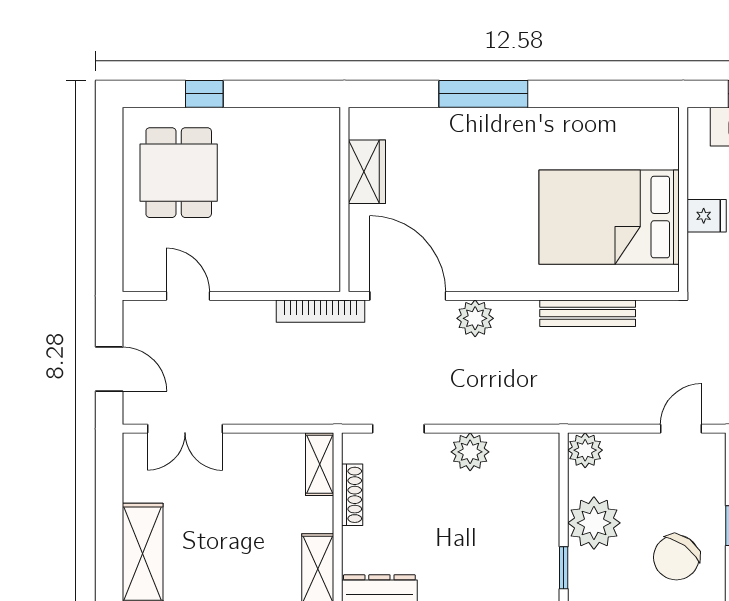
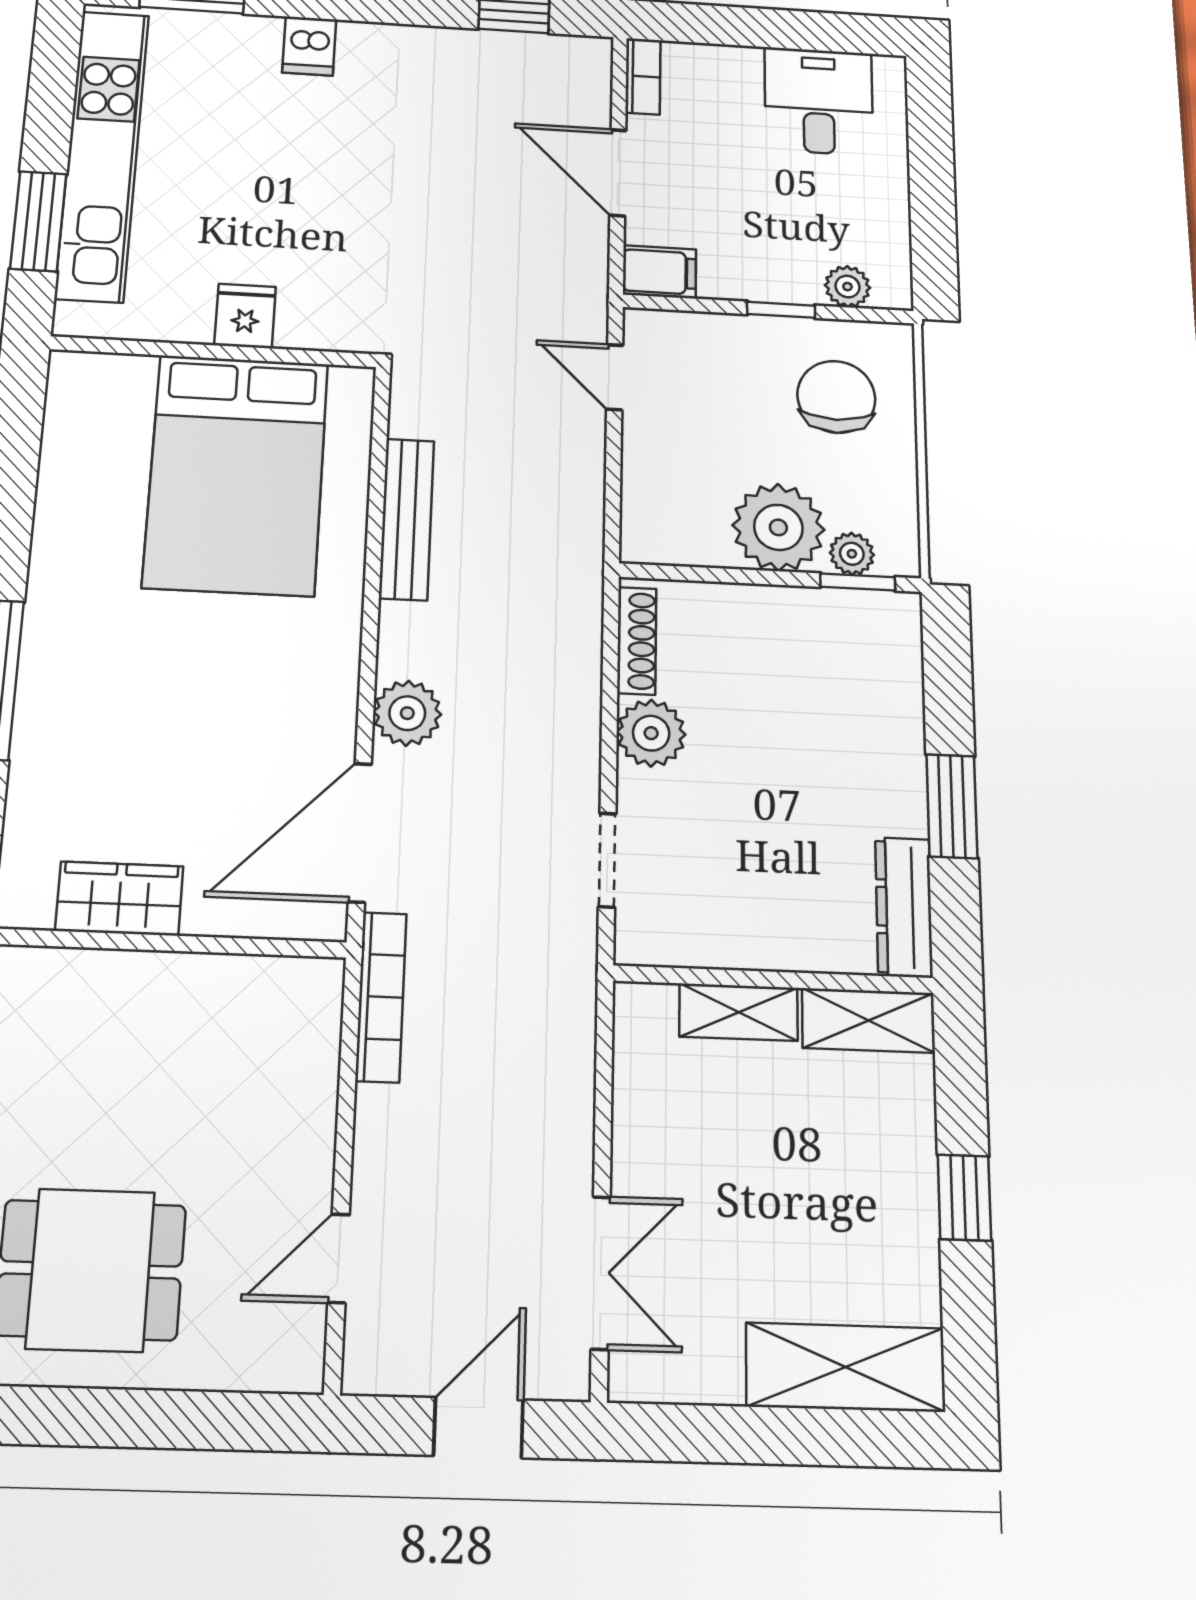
plant: (585, 450) -> (852, 554), moved, width x0.73, depth x0.73
shelving: (320, 464) -> (739, 1012), moved
shoe rack: (352, 495) -> (637, 641), moved, turned 90
chair: (676, 557) -> (836, 397), turned -126

